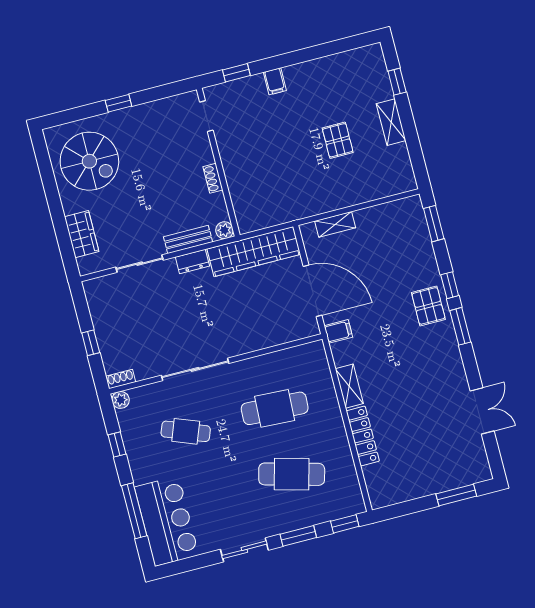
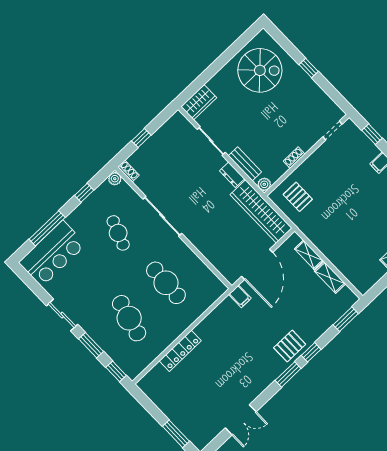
pallet: (338, 140) -> (298, 197), moved, turned 90
spiral stairs: (89, 161) -> (260, 70), turned -90
wardrobe: (82, 234) -> (199, 102), moved
shelving: (349, 386) -> (330, 277), moved, turned 90

